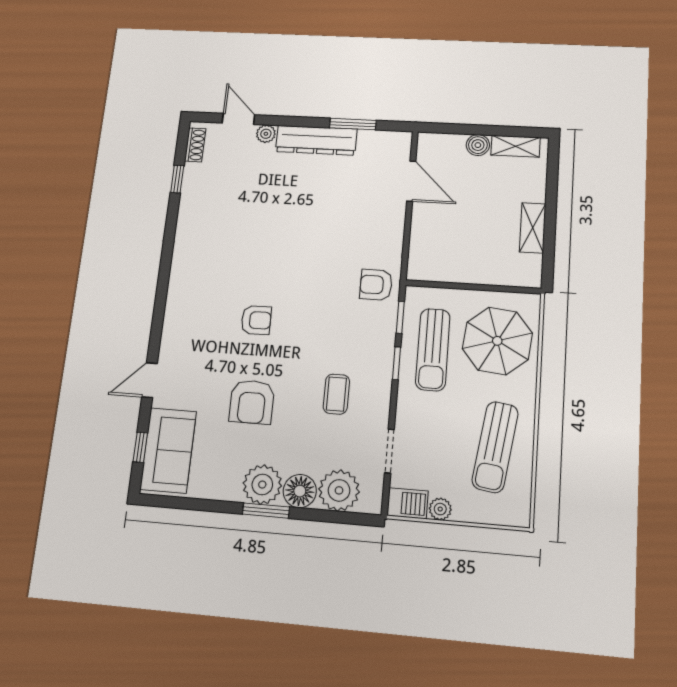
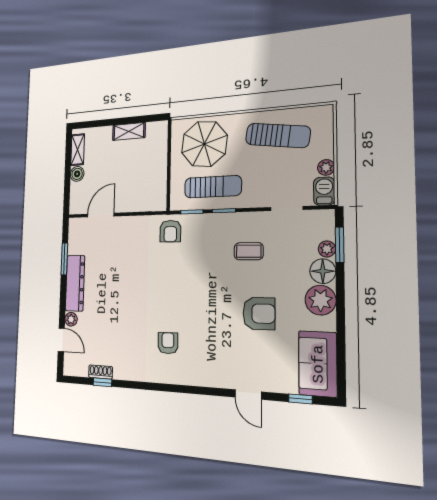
door: (238, 119) -> (61, 340), swing flipped
shoe rack: (195, 145) -> (101, 372), moved
armchair: (256, 320) -> (168, 343), moved
sofa: (168, 450) -> (318, 364), moved, turned -90
plant: (339, 490) -> (327, 249), width x0.53, depth x0.53
window: (266, 511) -> (340, 245), moved

